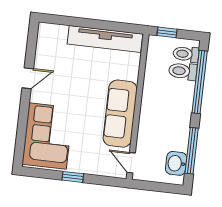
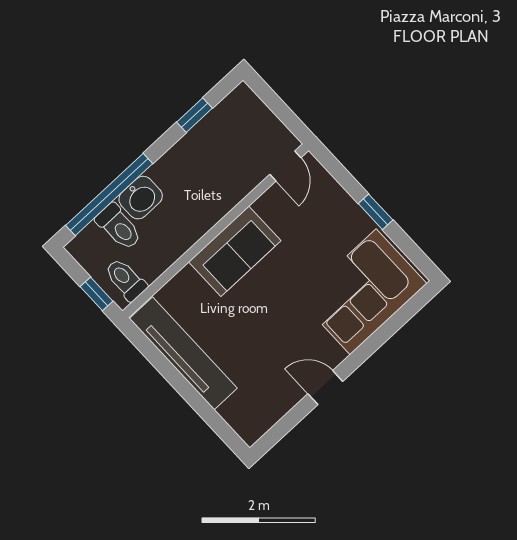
toilet: (186, 54) -> (126, 280), moved, turned 180
sofa: (120, 114) -> (235, 251), width x0.73
window: (192, 151) -> (195, 115), width x0.46
washbasin: (176, 163) -> (141, 198), moved

